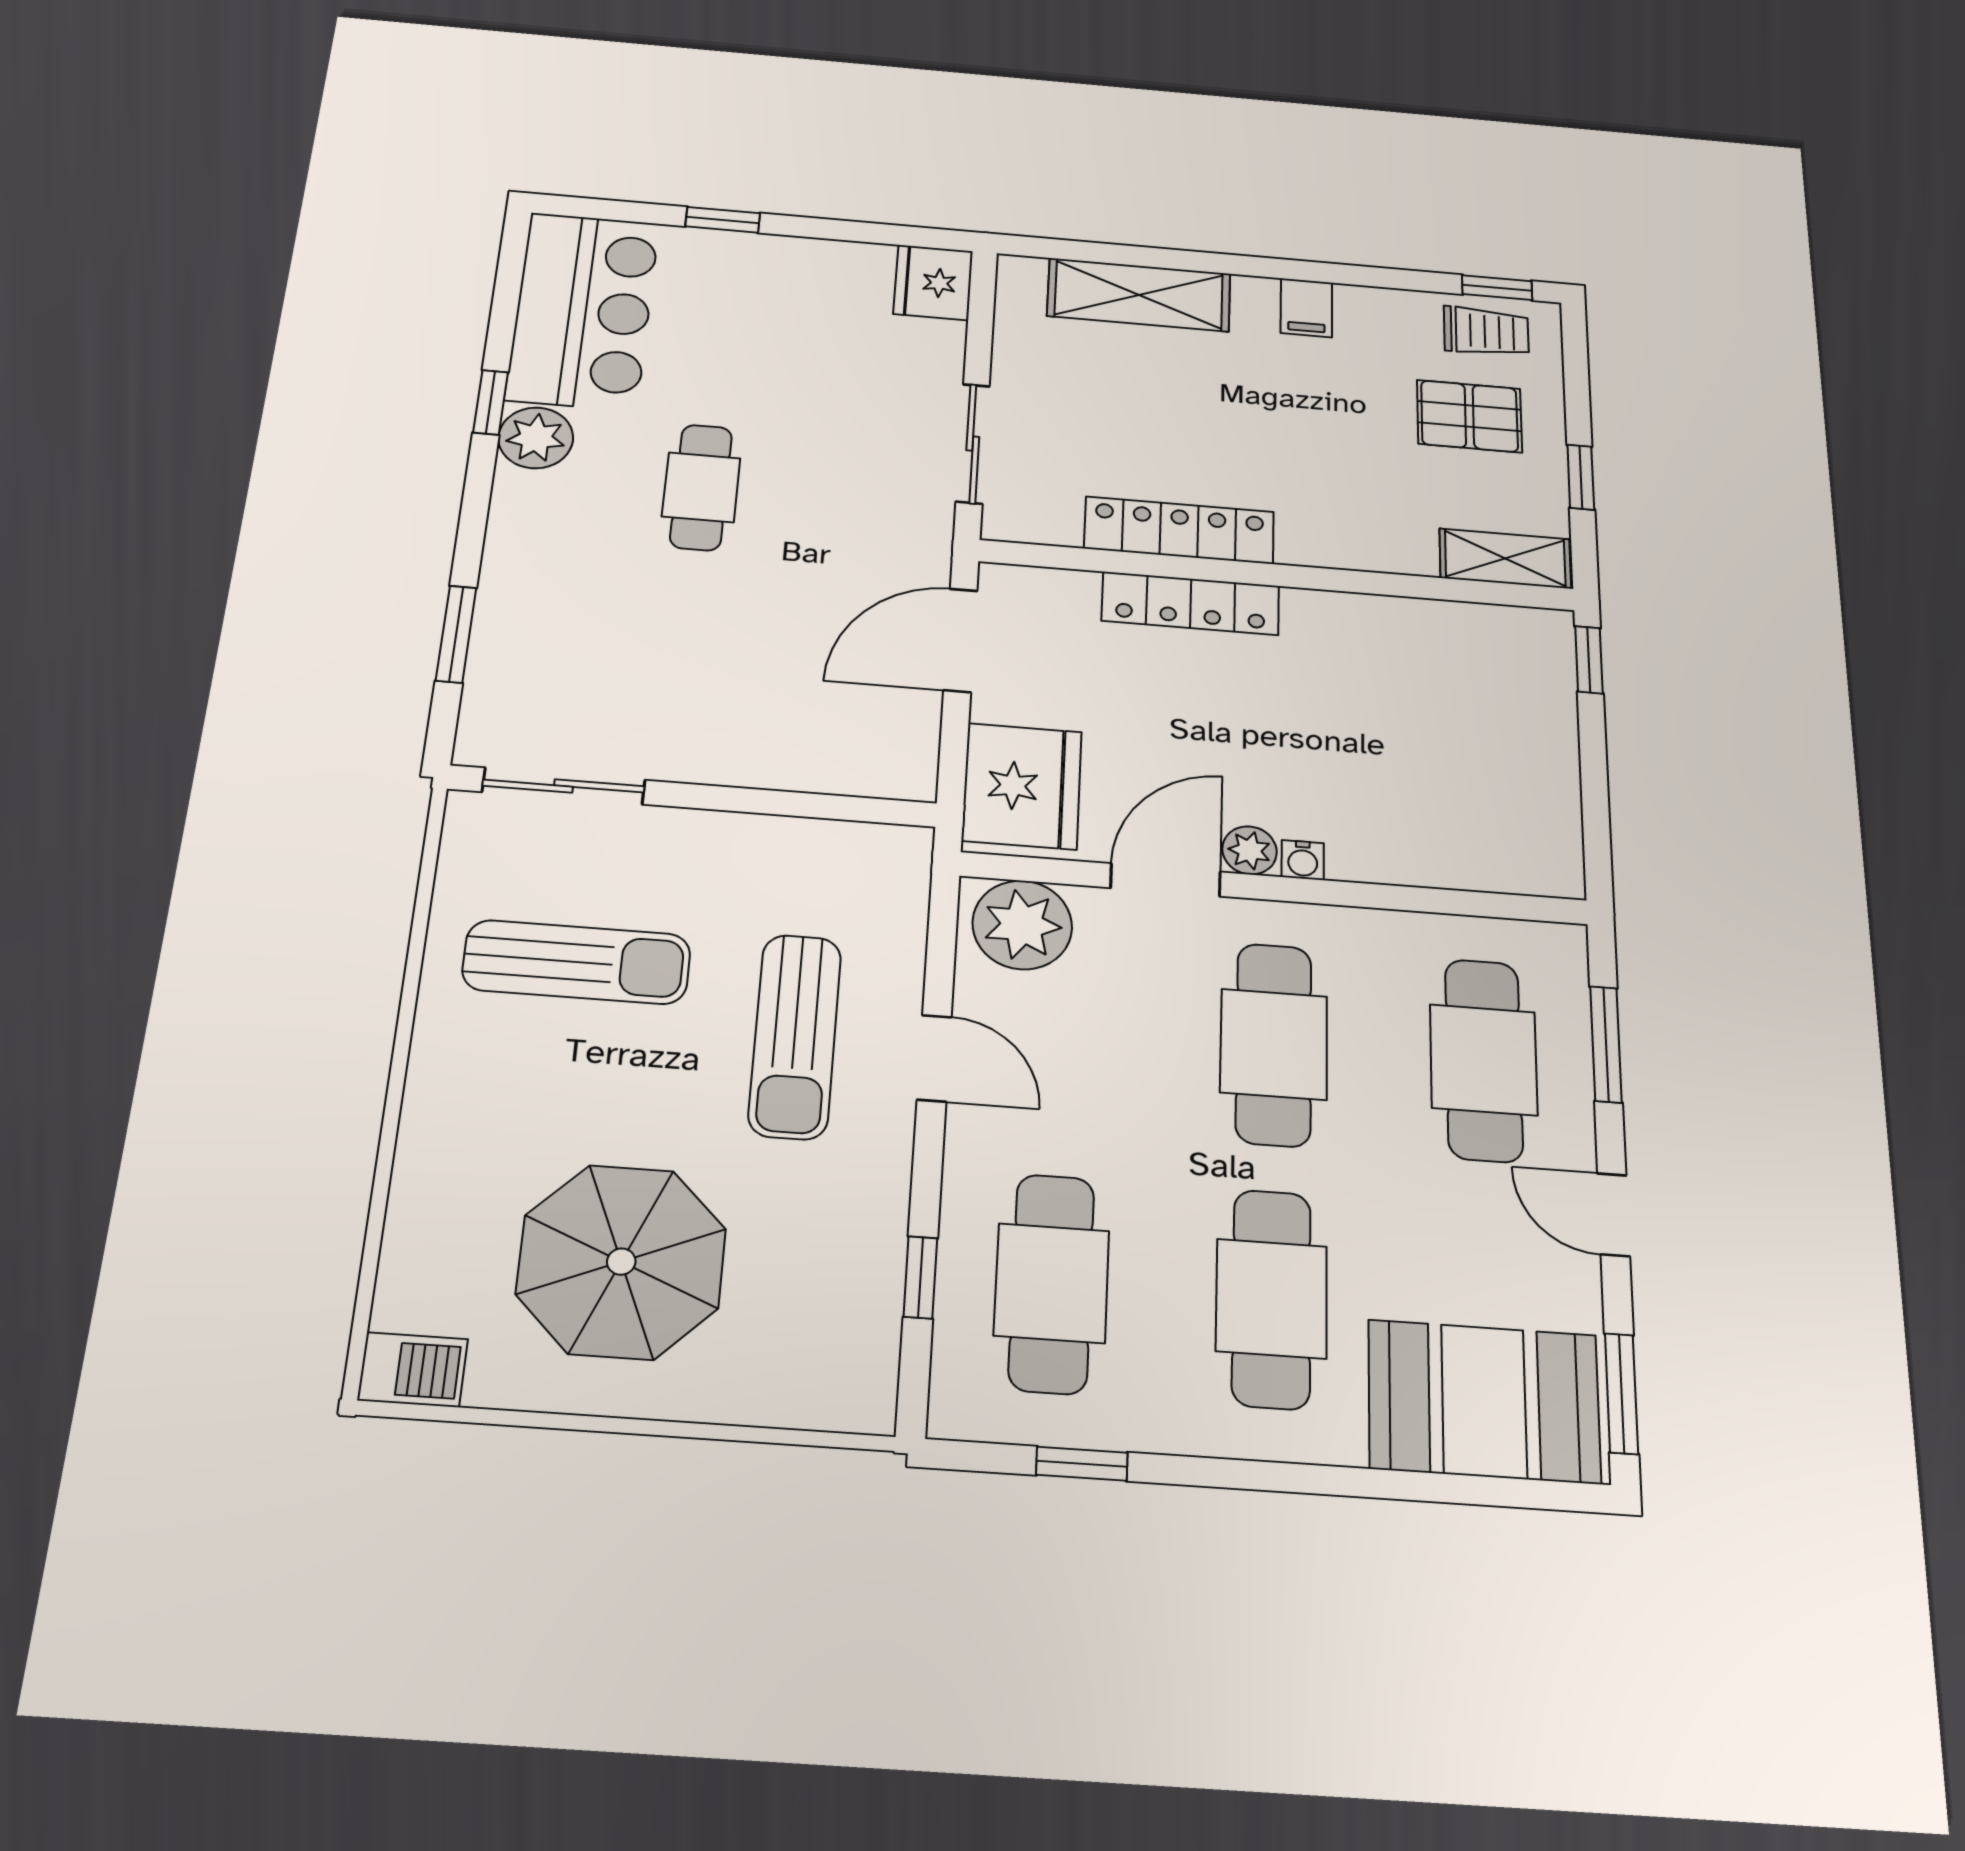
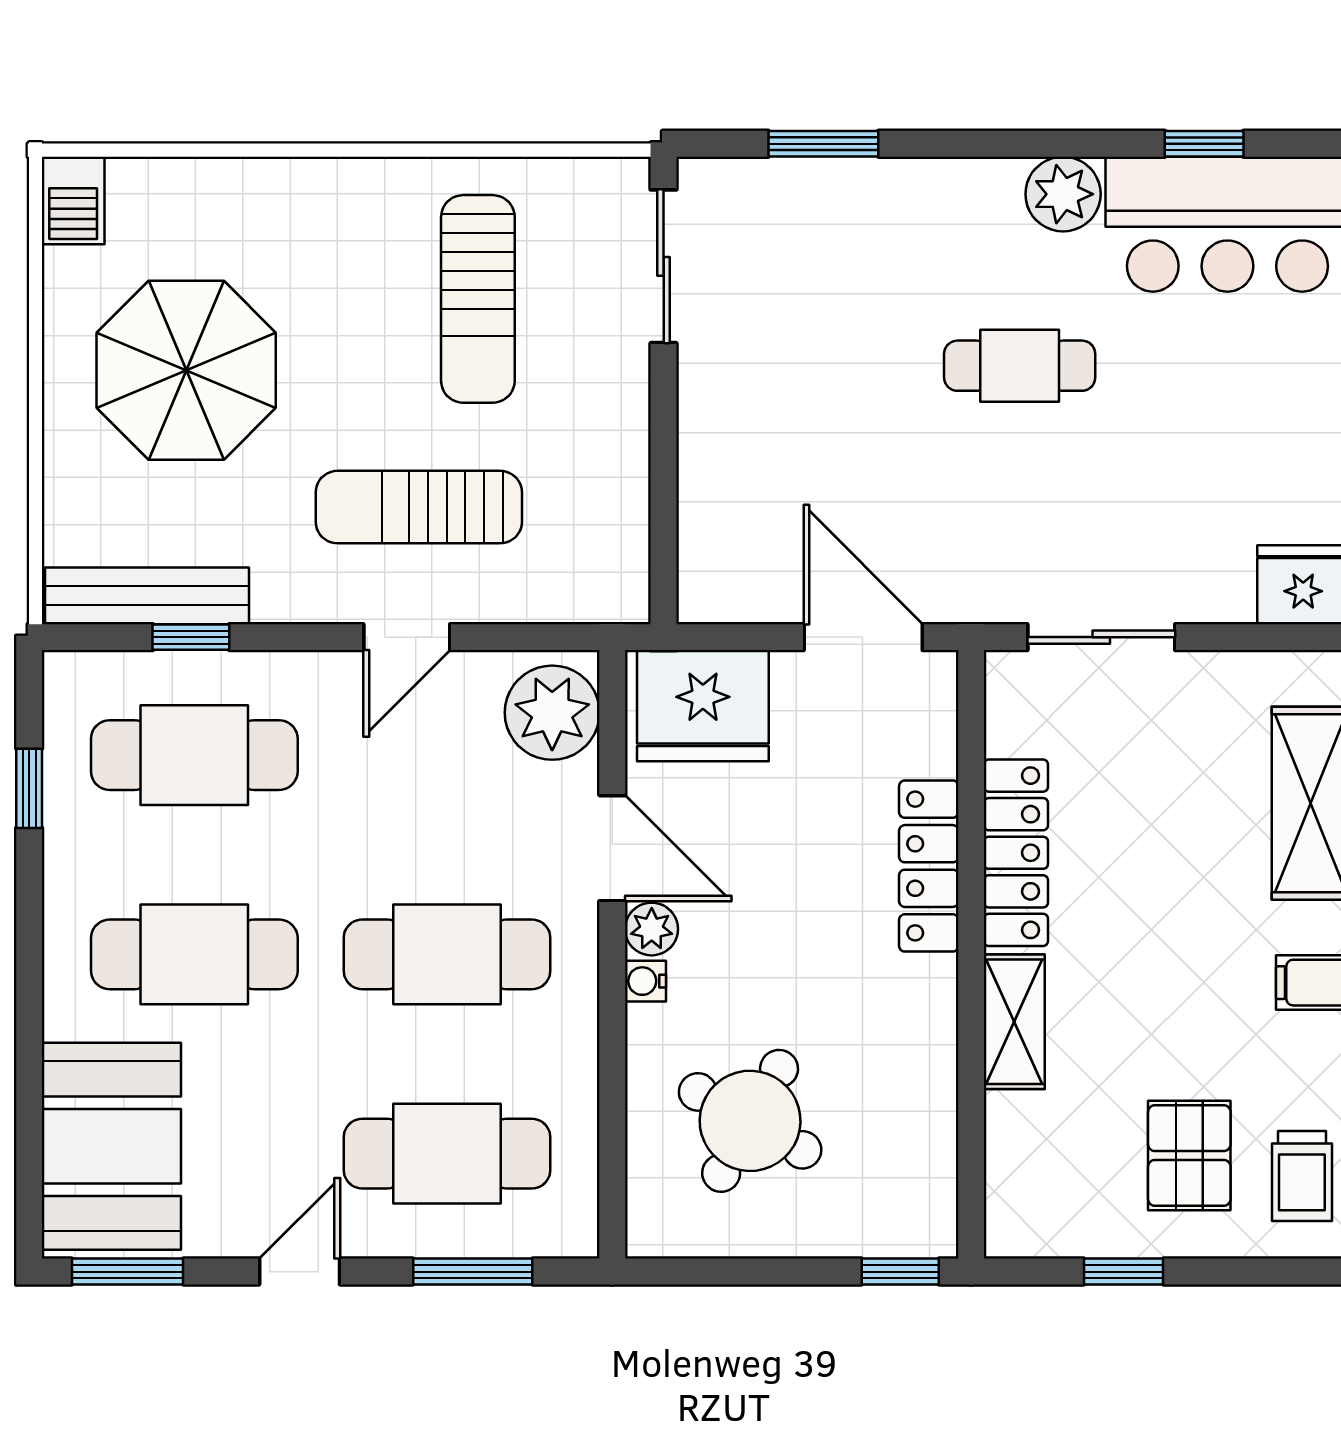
window: (491, 402) -> (1204, 144), moved
shelving: (1505, 559) -> (1014, 1022), moved
round table: (1444, 777) -> (750, 1121), added
bench: (871, 1321) -> (147, 596), added

